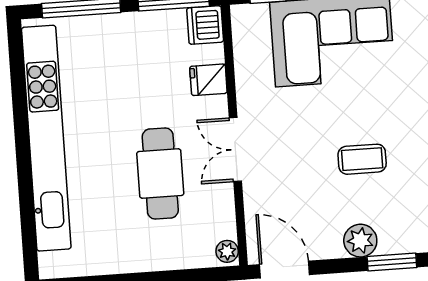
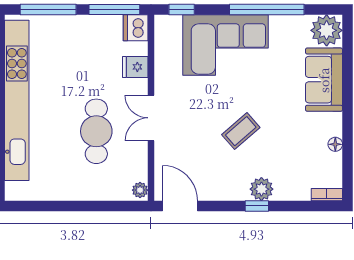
coffee table: (362, 159) -> (241, 131), turned -41
plant: (360, 241) -> (261, 189), moved
window: (392, 262) -> (257, 206), width x0.67

